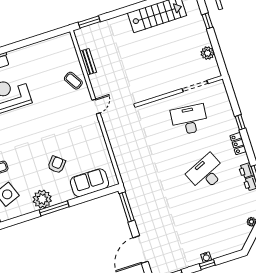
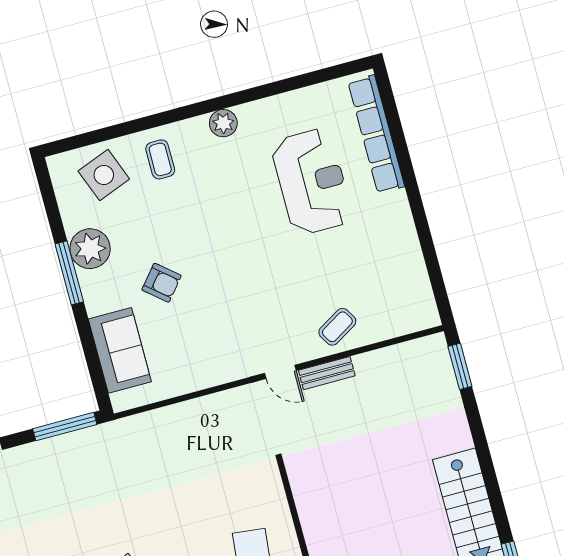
bench: (88, 62) -> (327, 373), moved

